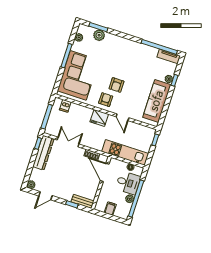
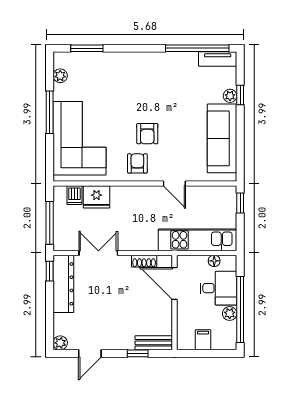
plant: (99, 35) -> (92, 61), removed
fridge: (99, 118) -> (97, 197), moved

